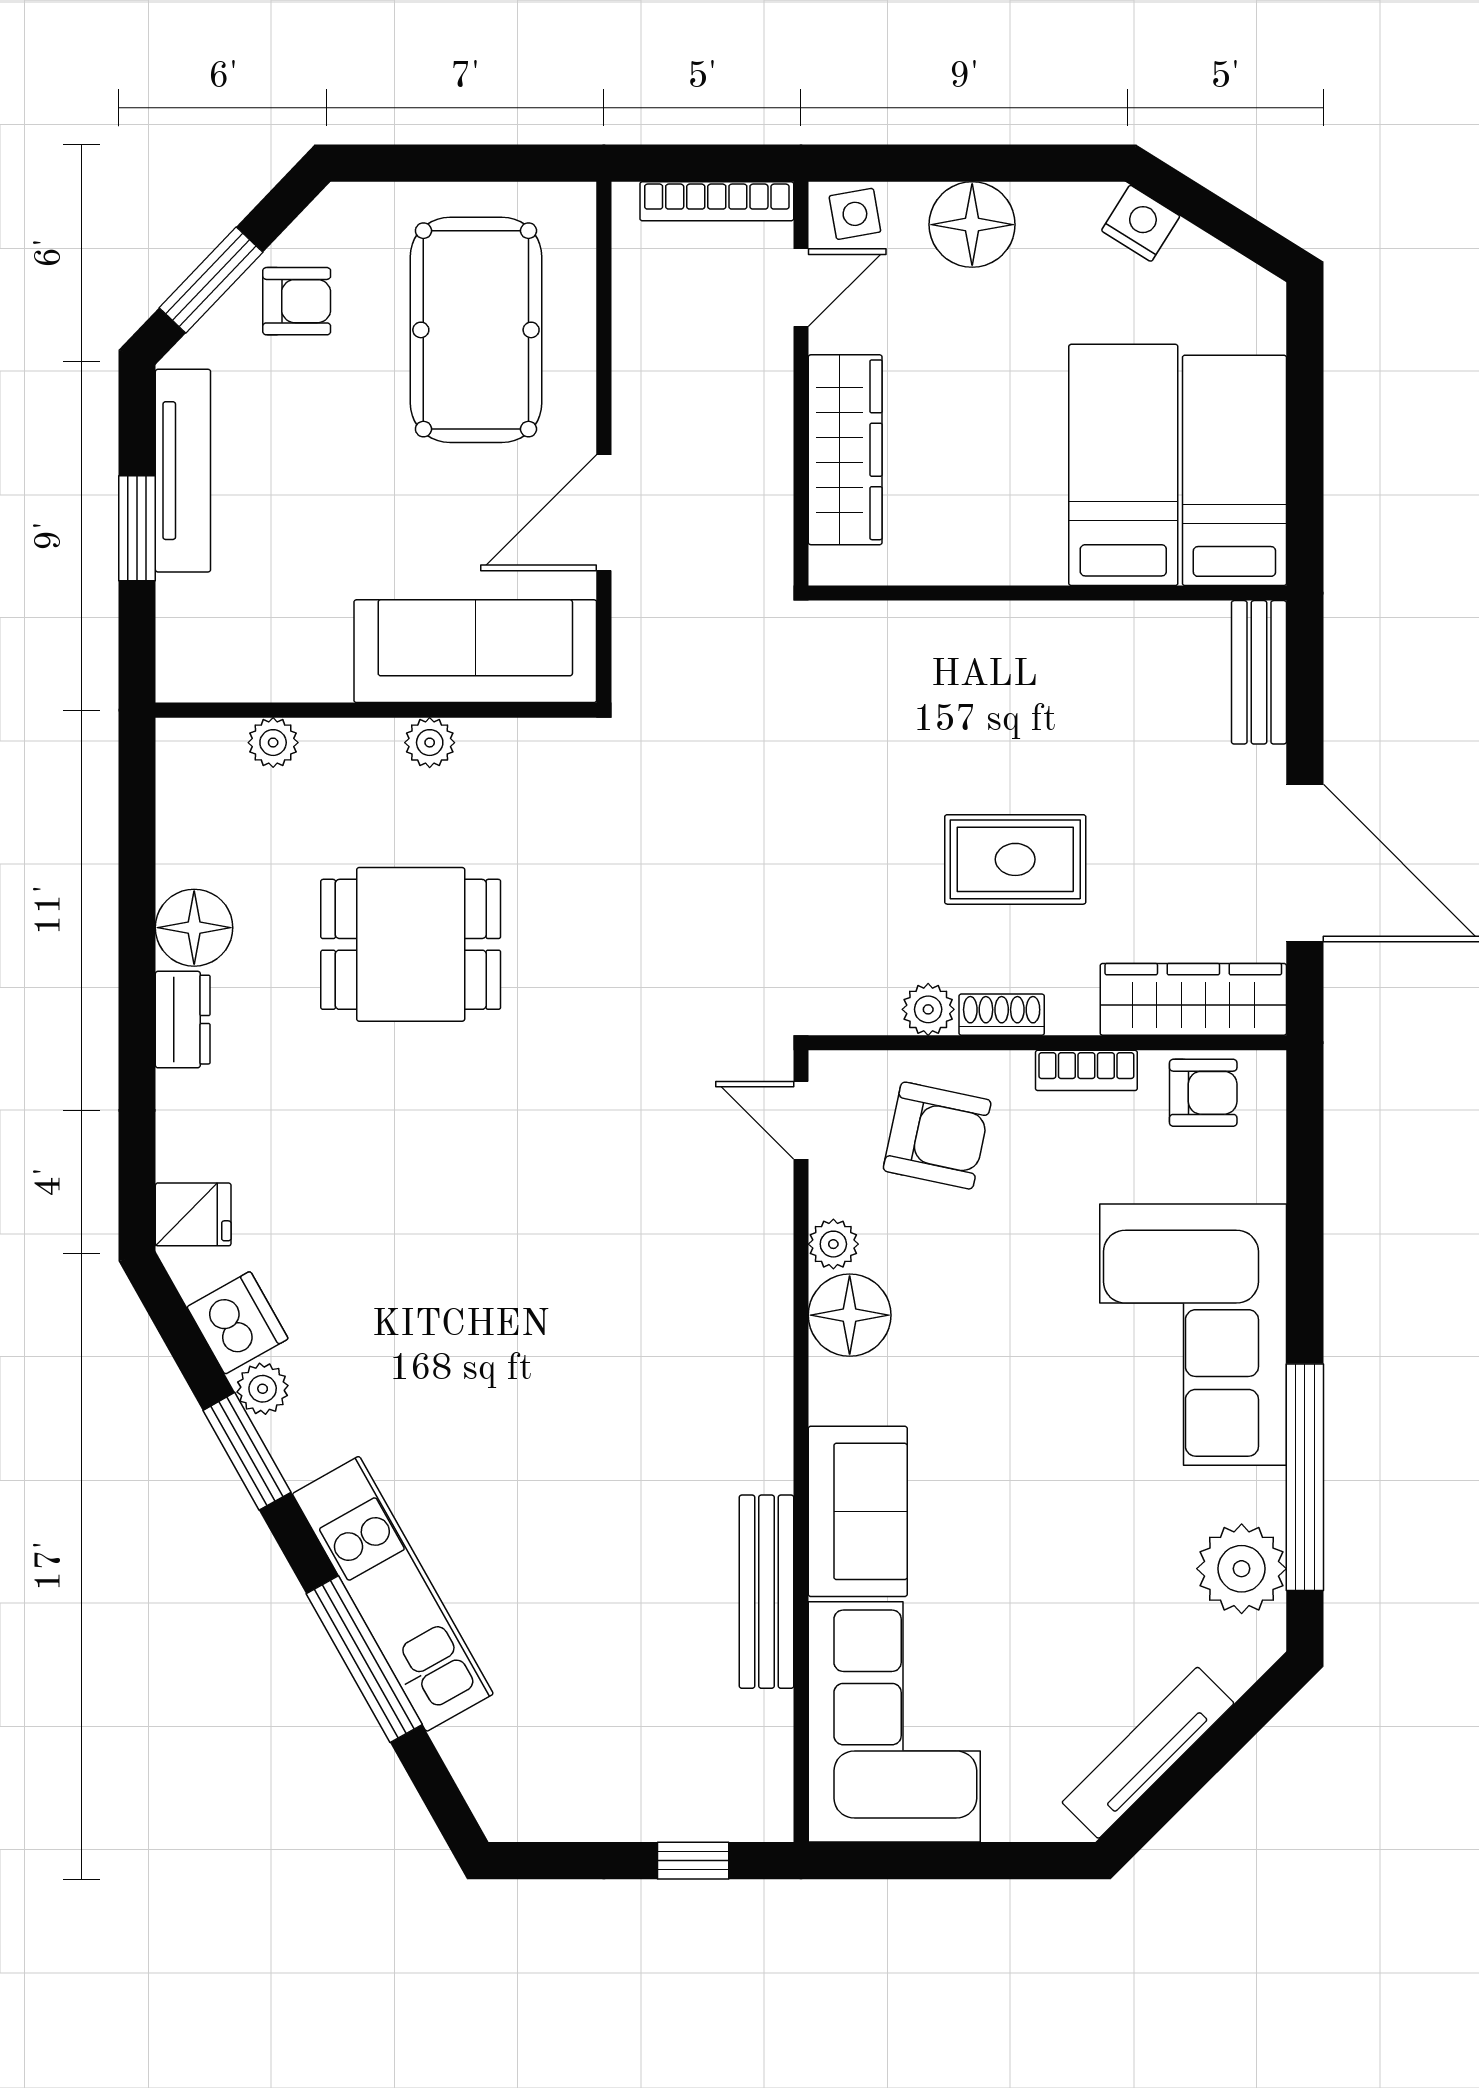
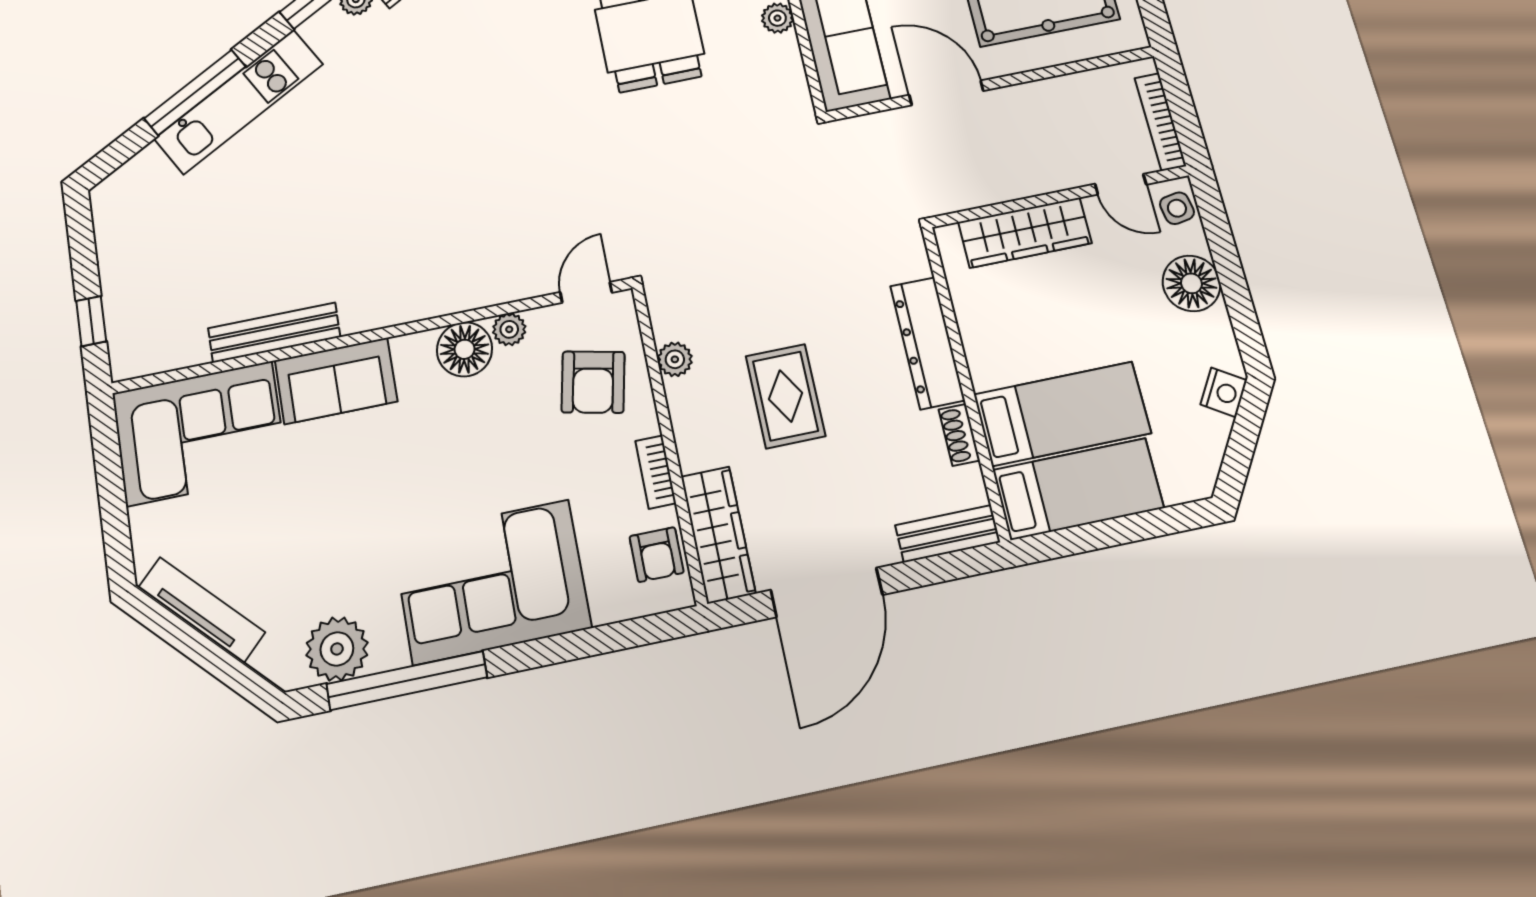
dresser: (980, 635) -> (927, 343), added
shoe rack: (1002, 1015) -> (959, 435), moved, turned 180

